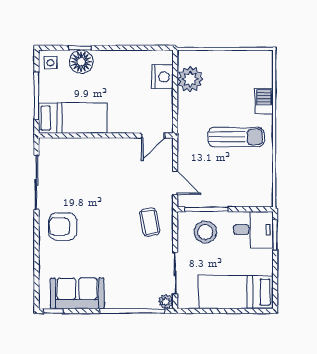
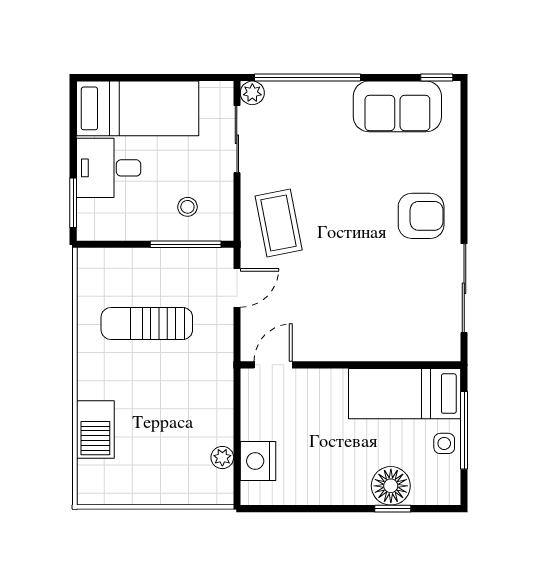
side table: (51, 63) -> (444, 443), moved
plant: (190, 79) -> (222, 457), width x0.53, depth x0.53
barbecue: (264, 101) -> (95, 430), width x1.38, depth x1.27
sun lounger: (236, 137) -> (147, 324), moved
door: (175, 183) -> (237, 288), swing flipped
coffee table: (150, 222) -> (279, 223), width x1.36, depth x1.30
desk: (253, 229) -> (109, 168), moved
stool: (205, 232) -> (187, 207), width x0.53, depth x0.53

